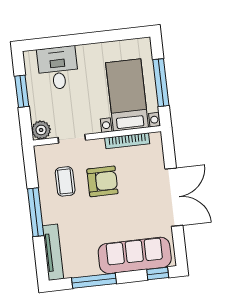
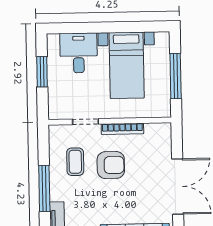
bed with nightstands: (127, 95) -> (127, 65), moved, turned 180
plant: (41, 130) -> (57, 110), removed
bookcase: (127, 141) -> (122, 129), moved

